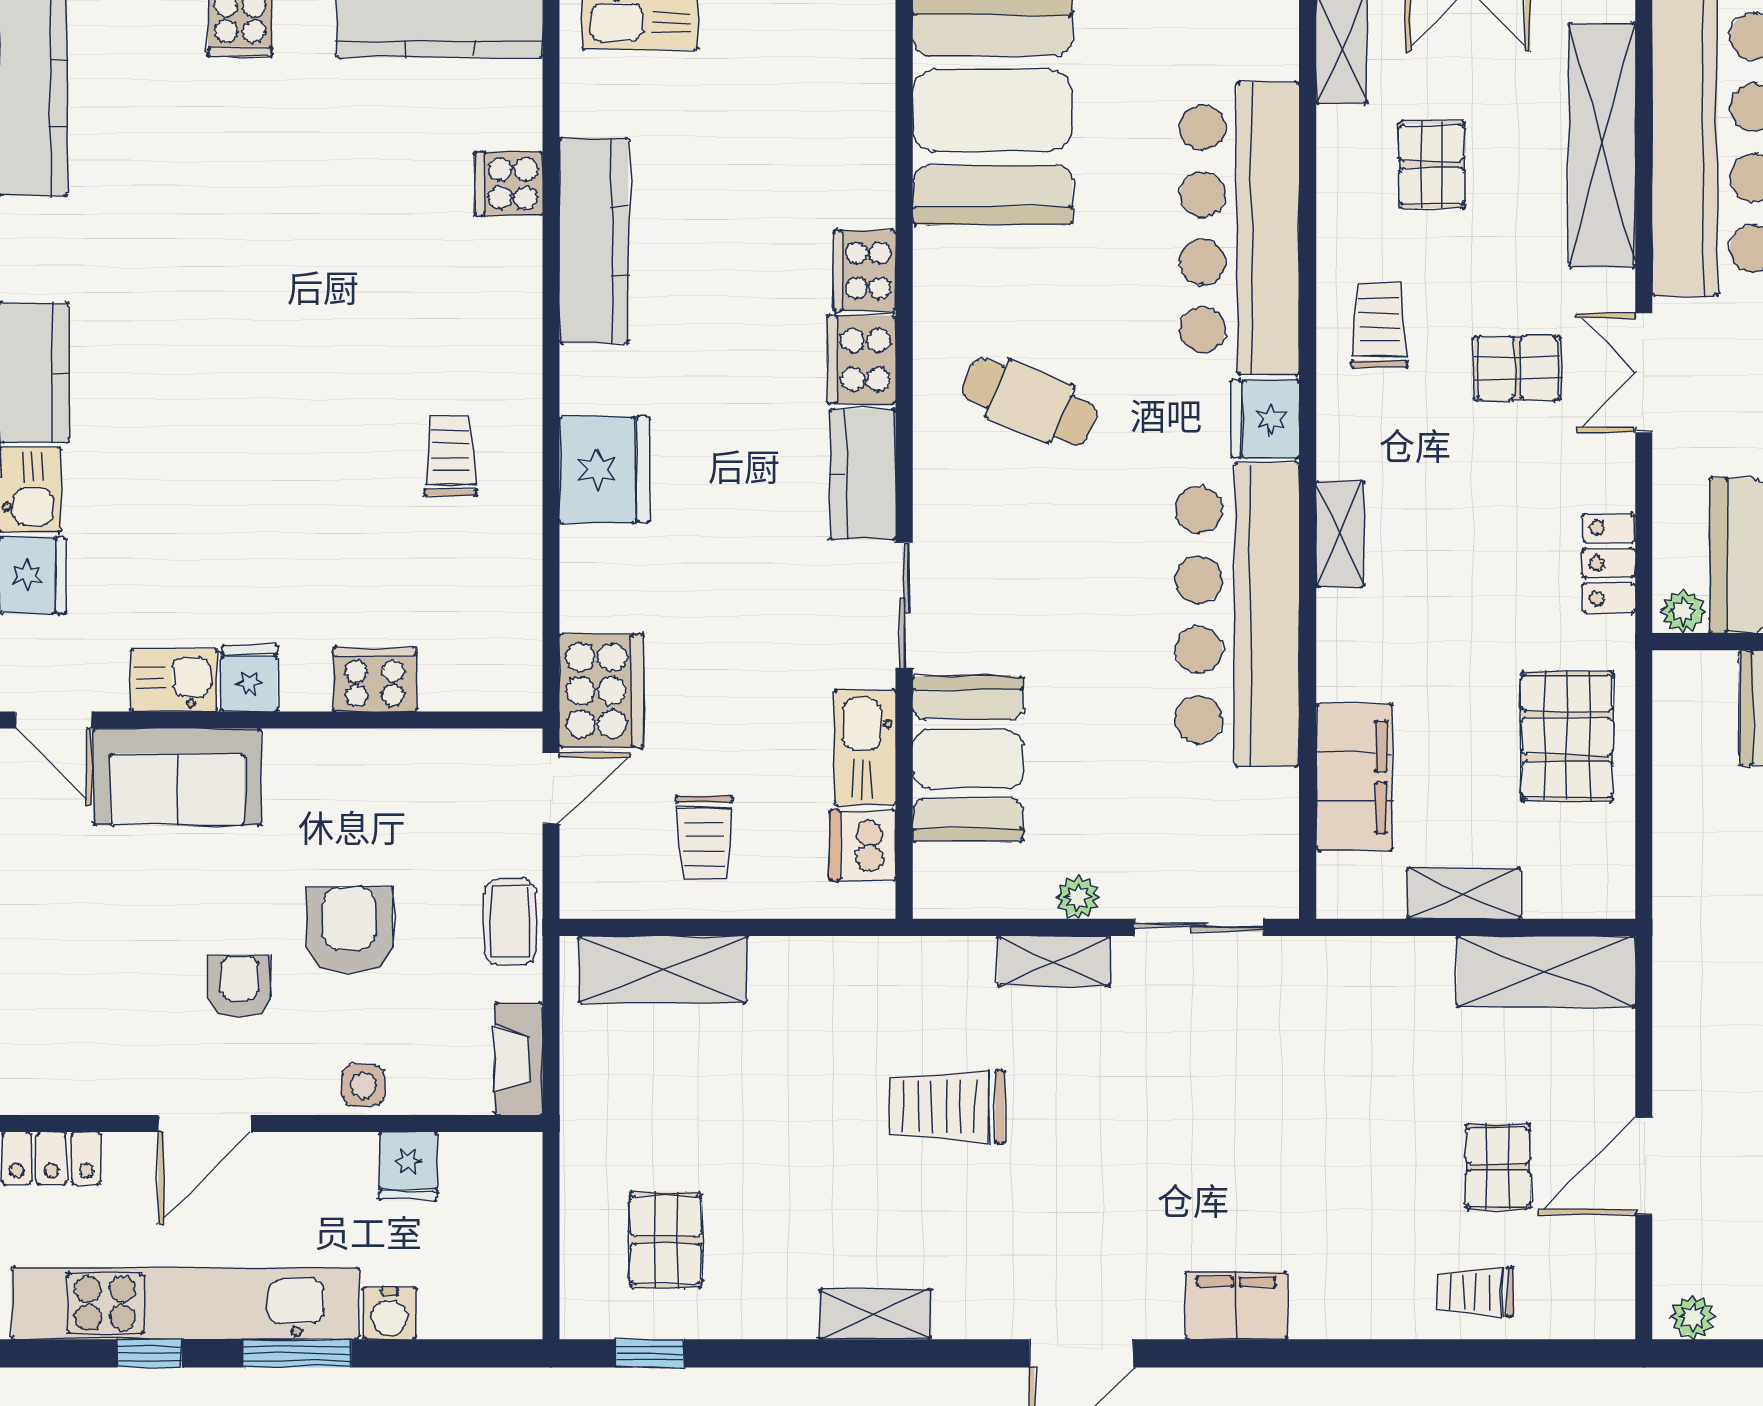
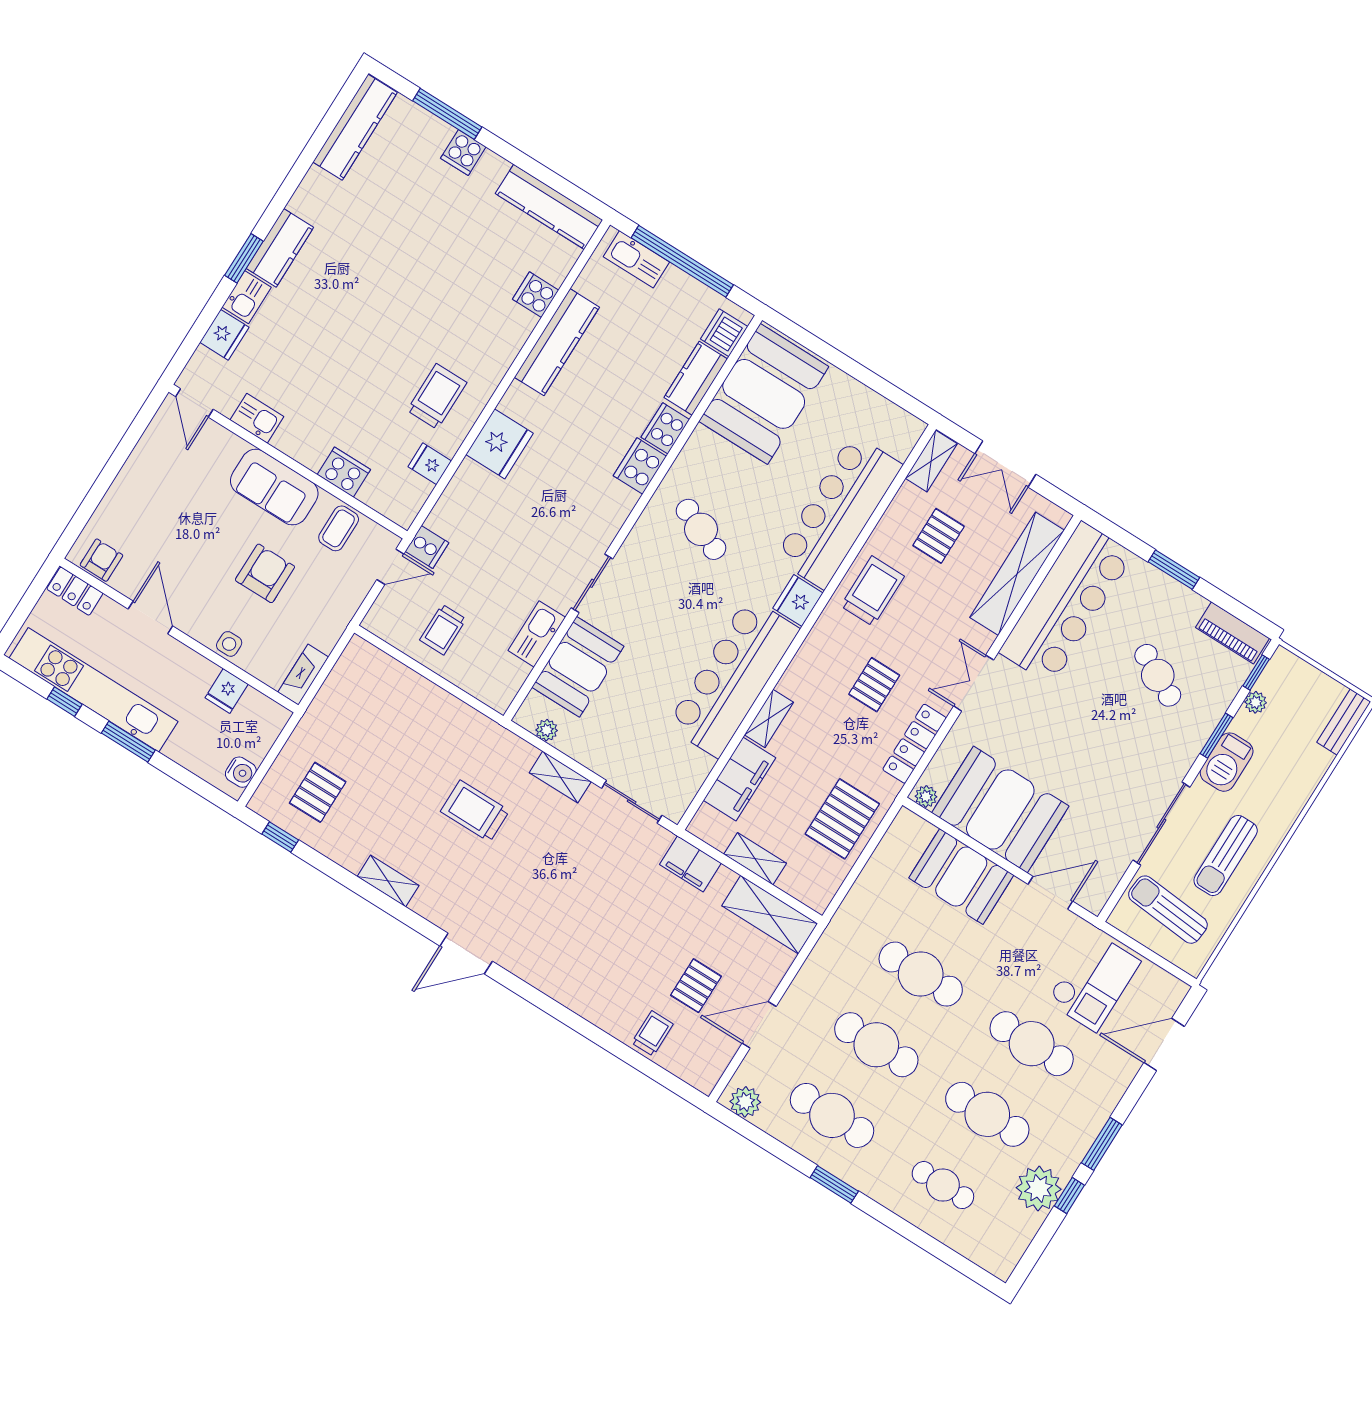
trolley: (1379, 325) -> (872, 591), width x1.36, depth x1.39
pallet: (1517, 368) -> (874, 685), moved, turned 90
trolley: (451, 456) -> (437, 396), width x1.36, depth x1.39
kitchen counter: (863, 474) -> (696, 378), moved
shelving: (1340, 534) -> (769, 719), moved
locker: (1609, 563) -> (915, 744), width x1.53
fridge: (249, 678) -> (430, 464), moved, turned -90
cooker: (601, 691) -> (427, 547), width x0.53, depth x0.76
sofa: (177, 777) -> (274, 487), moved
dishwasher: (863, 845) -> (724, 333), moved
plant: (1078, 897) -> (547, 730), moved
coffee table: (510, 922) -> (339, 528), moved
shelving: (663, 969) -> (390, 675), removed
armchair: (239, 987) -> (101, 560), moved
door: (205, 1124) -> (150, 618), swing flipped
trolley: (1475, 1292) -> (652, 1033), turned 90
filing cabinet: (1236, 1306) -> (690, 864), moved, turned 180
water cooler: (390, 1313) -> (241, 772), moved, turned -90
plant: (1693, 1317) -> (745, 1102), width x1.38, depth x1.38

